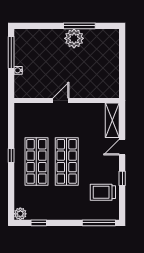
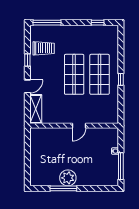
plant: (20, 214) -> (113, 30), removed

